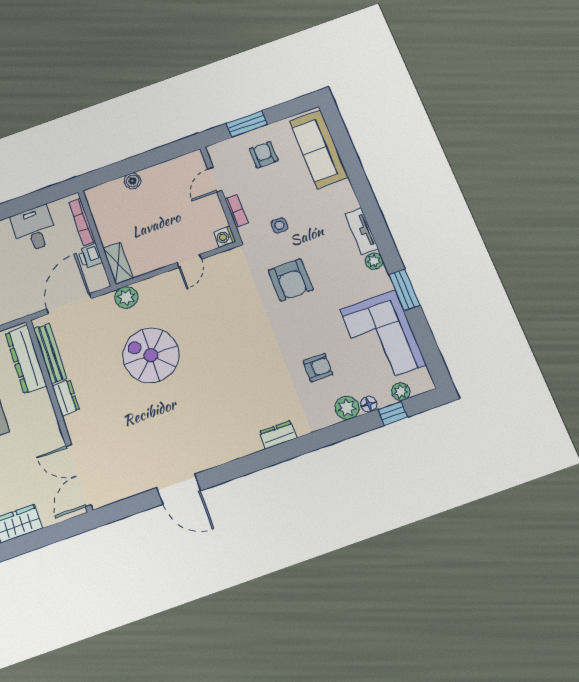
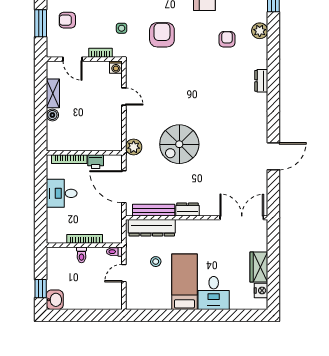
shelving: (118, 263) -> (53, 93), moved, turned 90
armchair: (291, 280) -> (162, 35), turned -90
floor lamp: (369, 404) -> (262, 16), removed
double door: (78, 475) -> (242, 218), swing flipped

